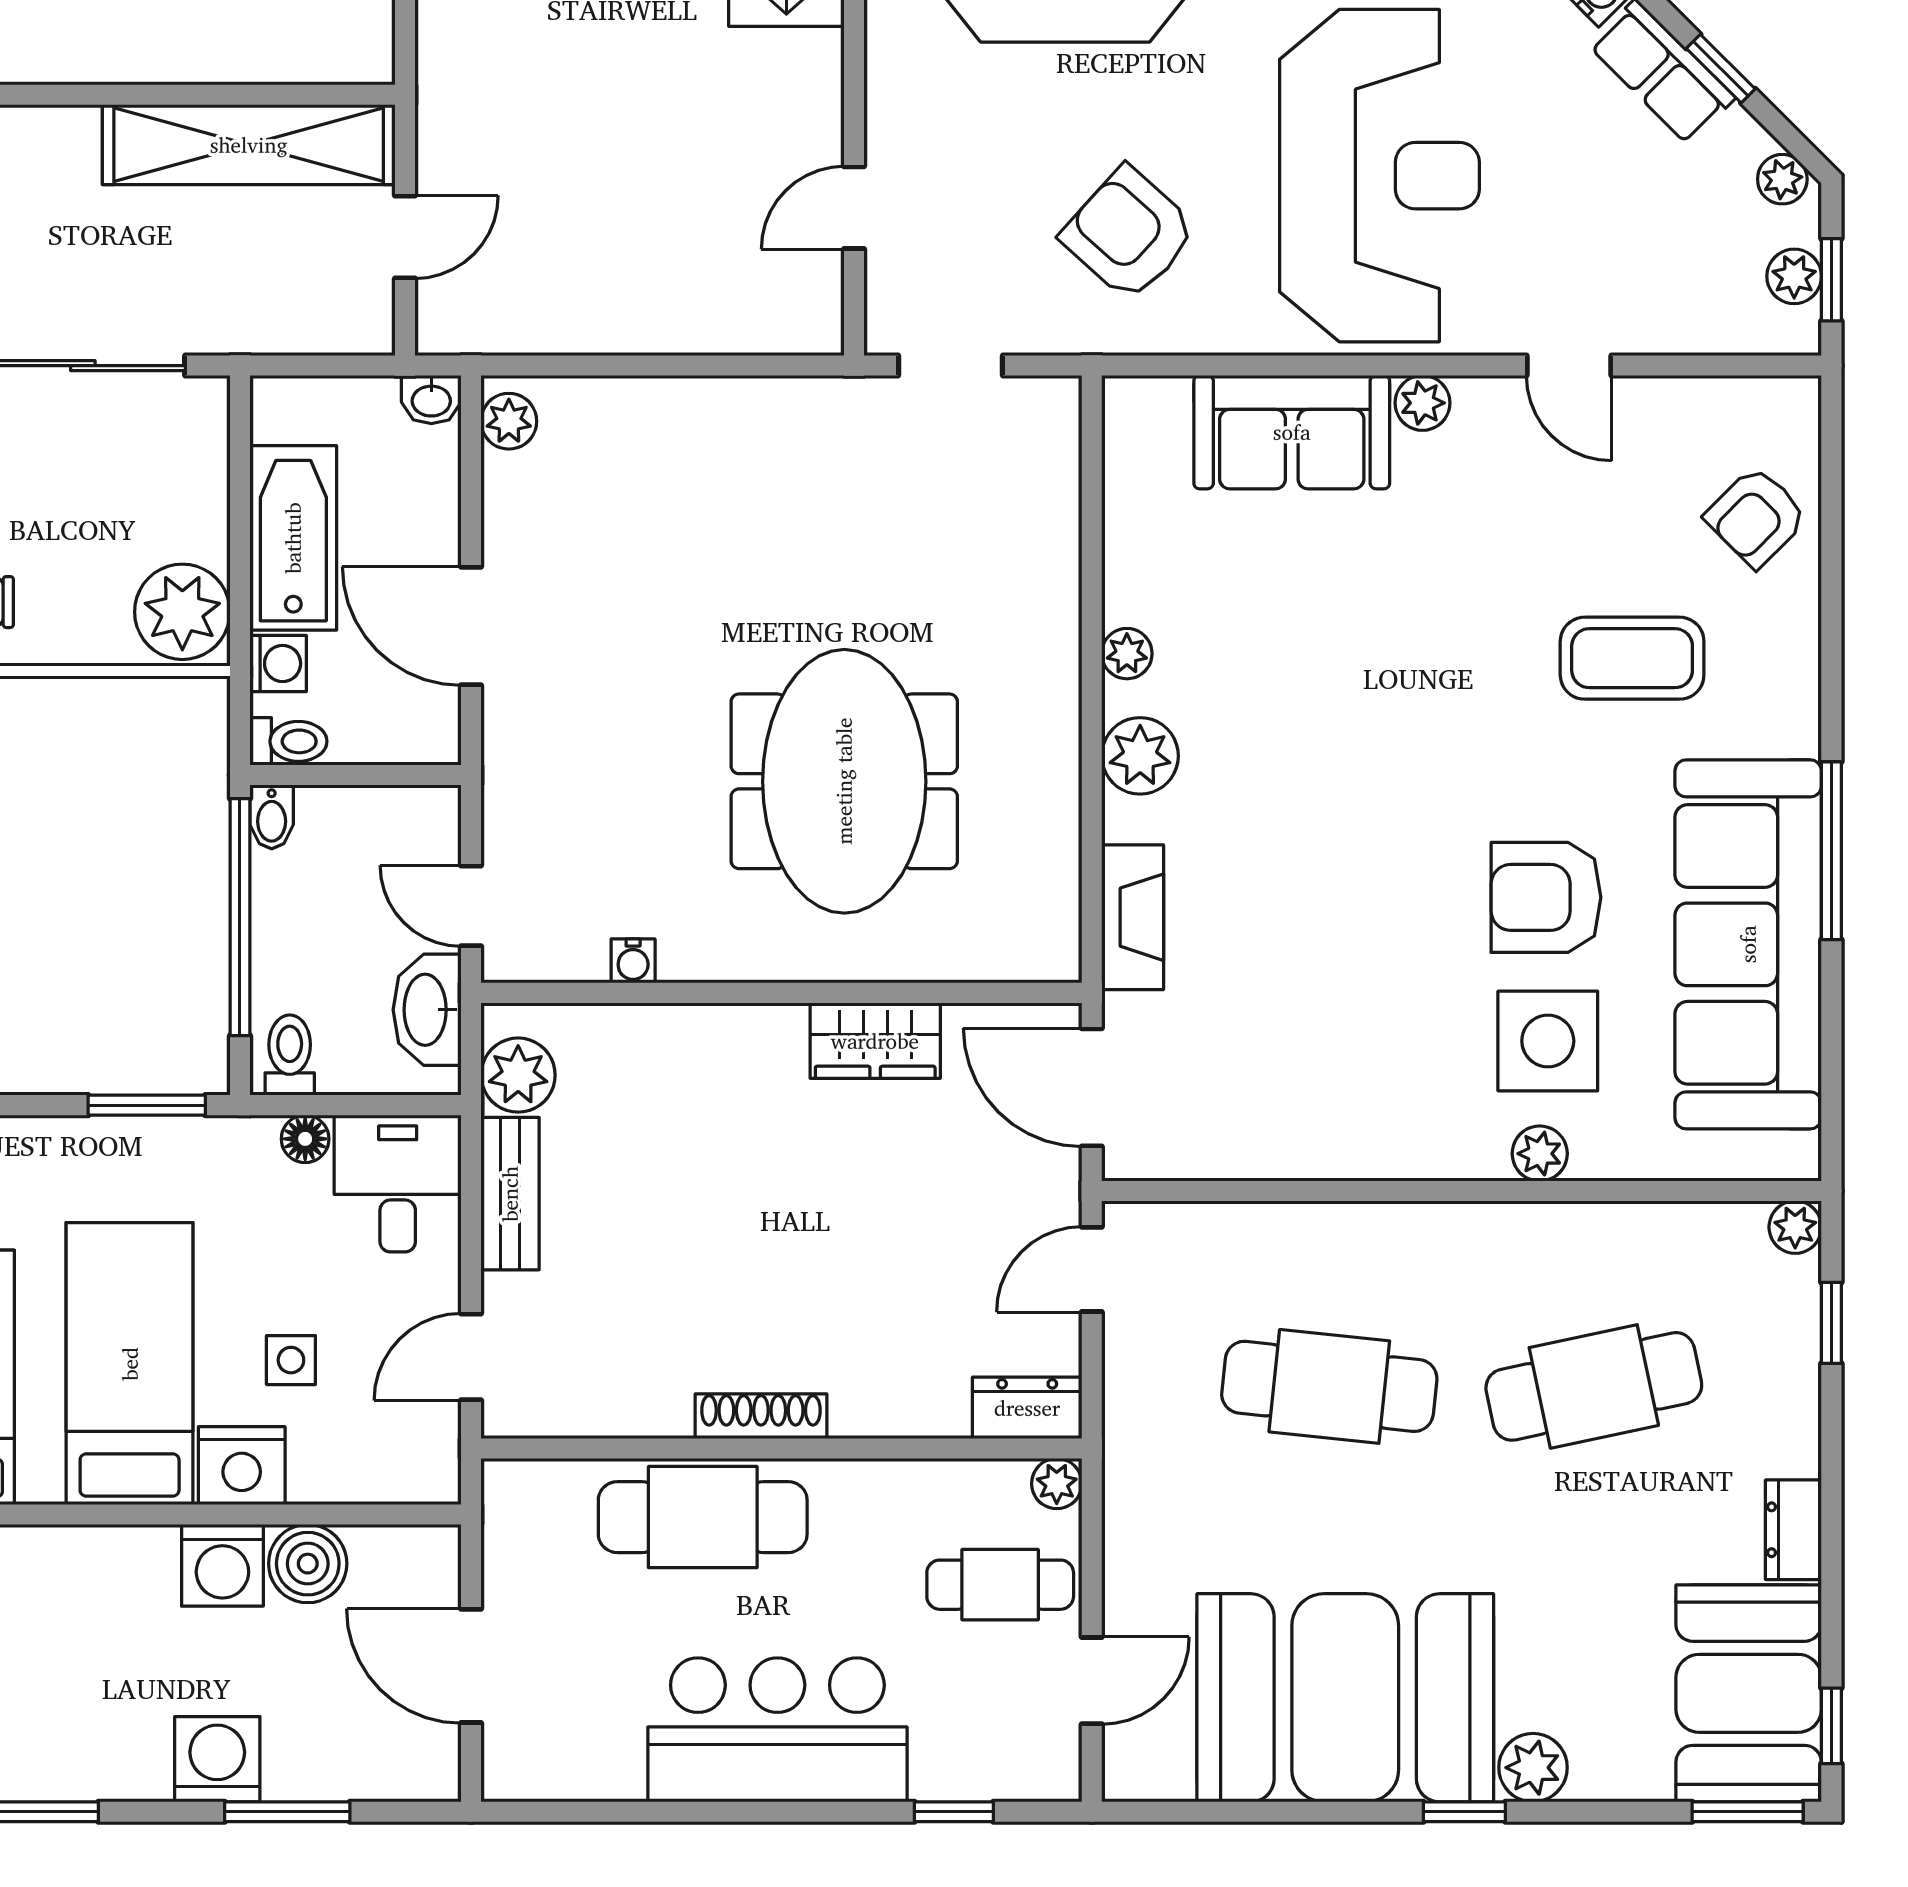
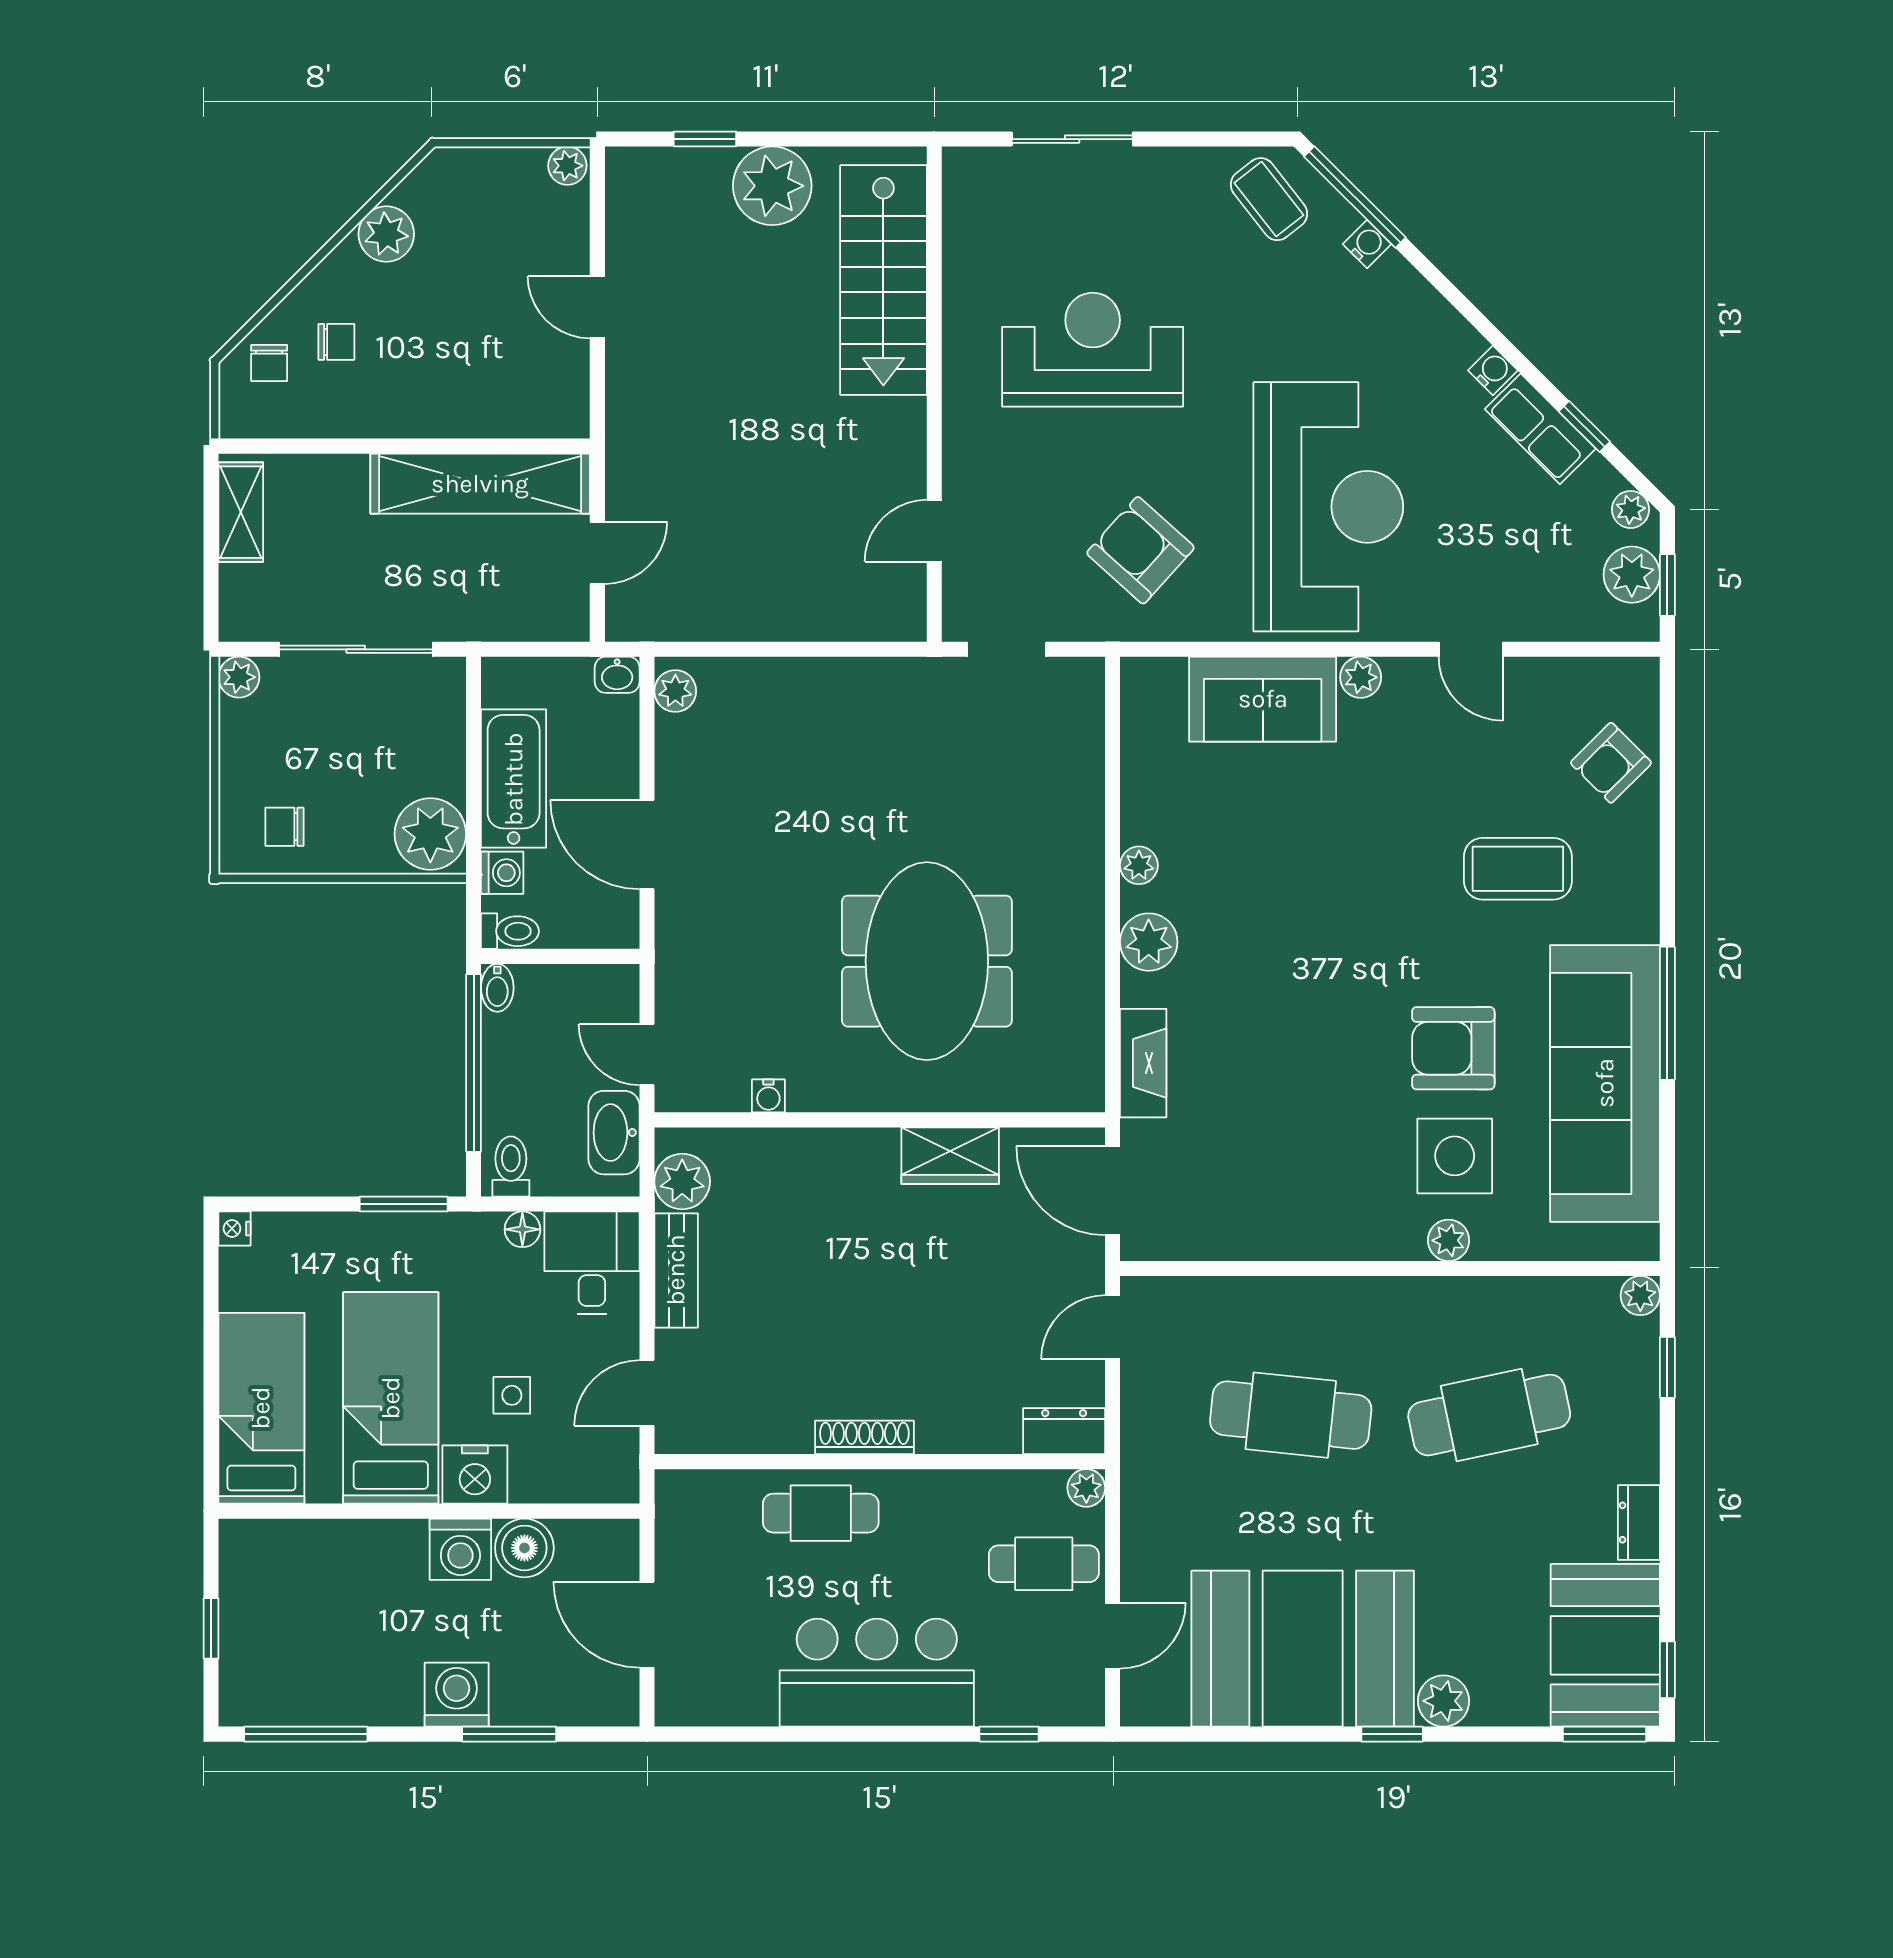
plant: (1794, 276) -> (1632, 575), width x1.38, depth x1.38
cafe table: (703, 1517) -> (821, 1513), width x0.73, depth x0.74

